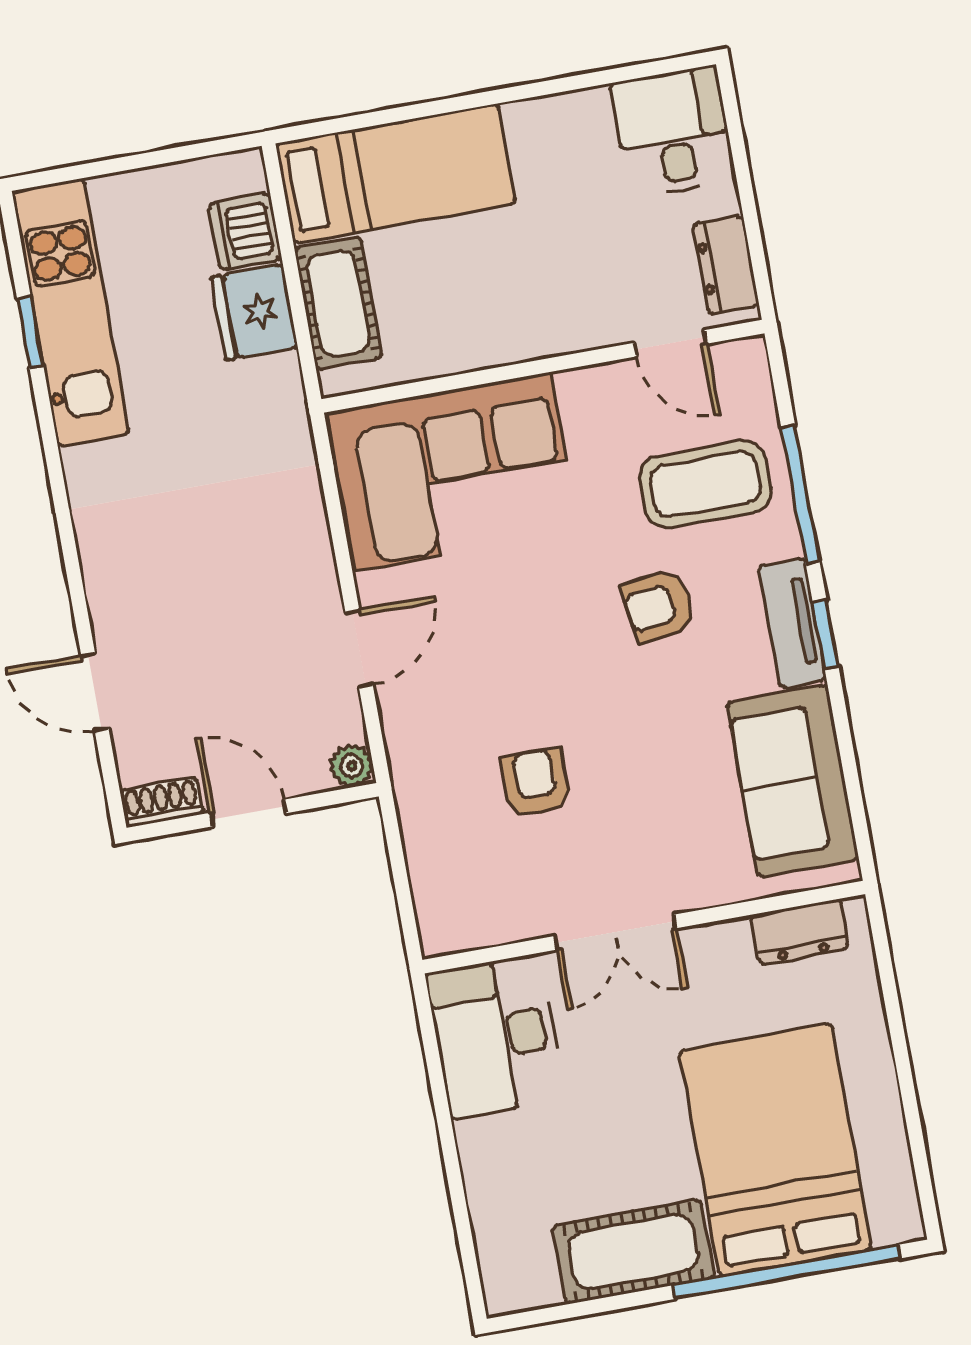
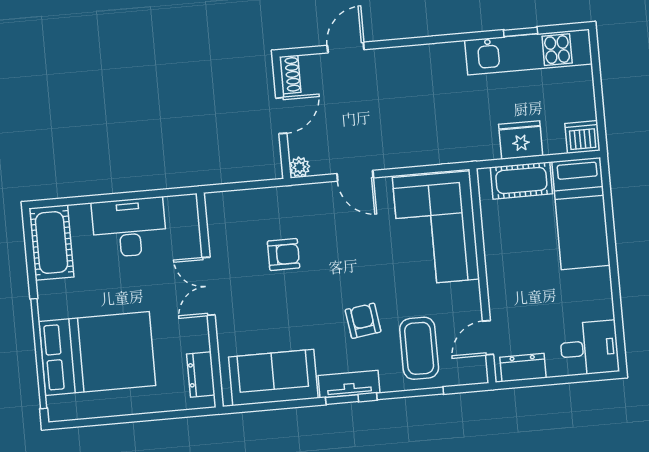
dishwasher: (245, 232) -> (582, 137), moved
desk: (496, 1037) -> (129, 228), moved
cot: (633, 1252) -> (51, 243), moved

